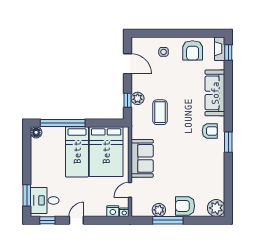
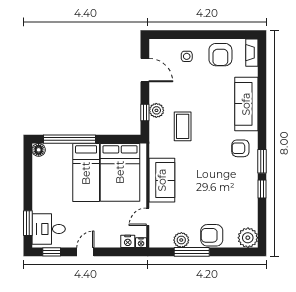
window: (228, 52) -> (262, 189), moved
armchair: (210, 131) -> (240, 148), turned 180

